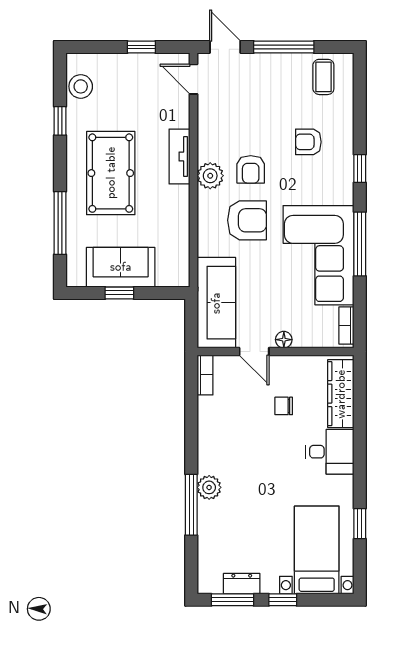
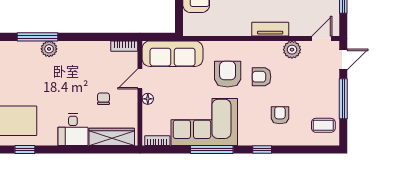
plant: (210, 176) -> (292, 50), moved
armchair: (247, 220) -> (228, 74), turned 180

